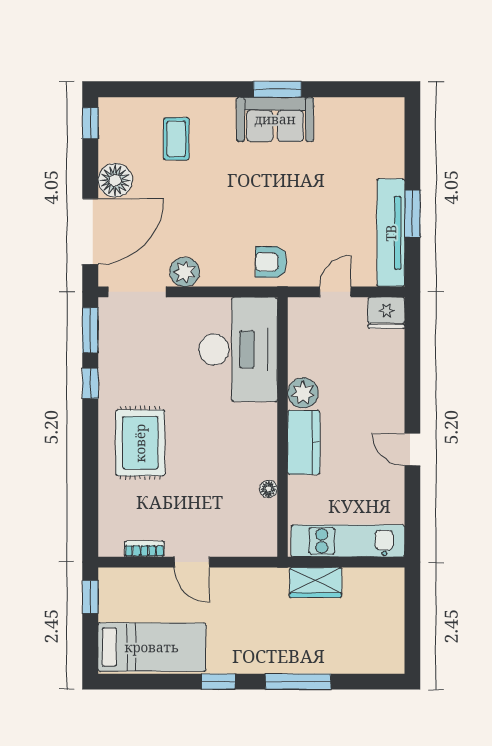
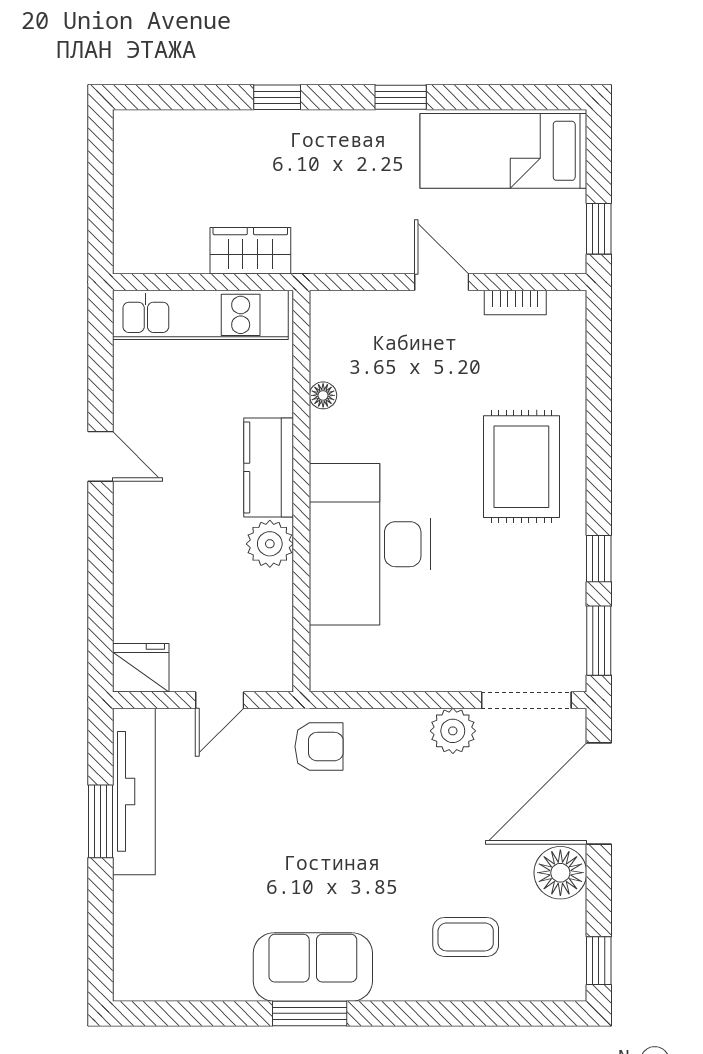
coffee table: (176, 139) -> (466, 937), turned 90
desk: (238, 349) -> (370, 544), moved
window: (298, 682) -> (277, 97), width x0.46

